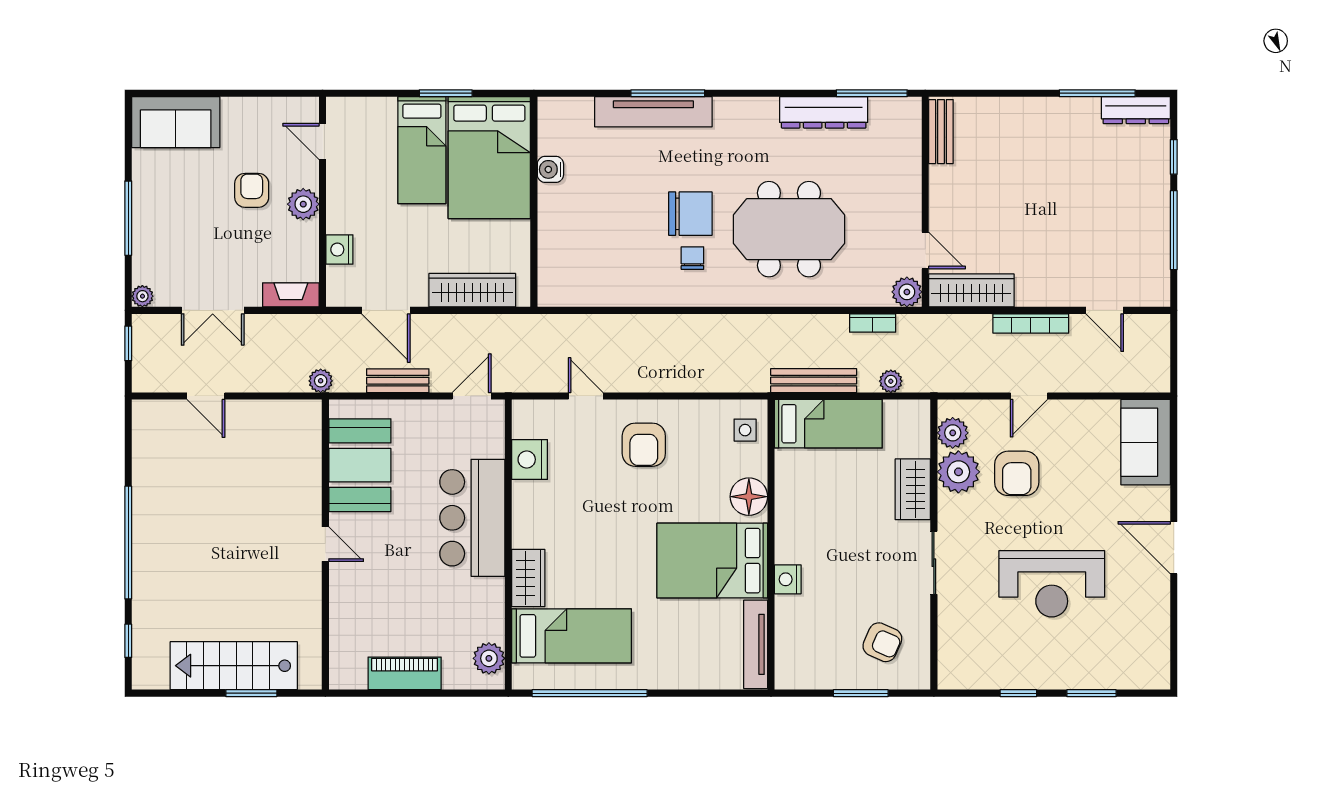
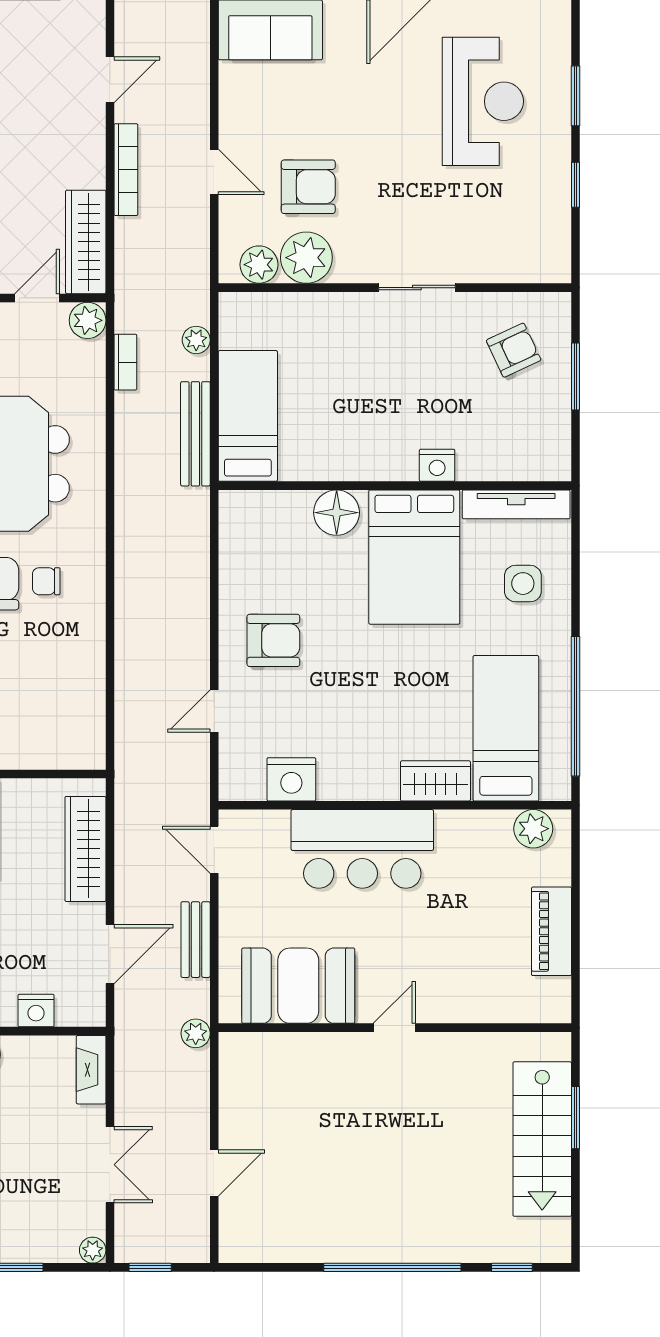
side table: (745, 430) -> (523, 584), moved, width x1.37, depth x1.37
wardrobe: (913, 489) -> (328, 313), removed
reception desk: (1052, 584) -> (483, 101), moved
armchair: (882, 642) -> (514, 350), turned 41

